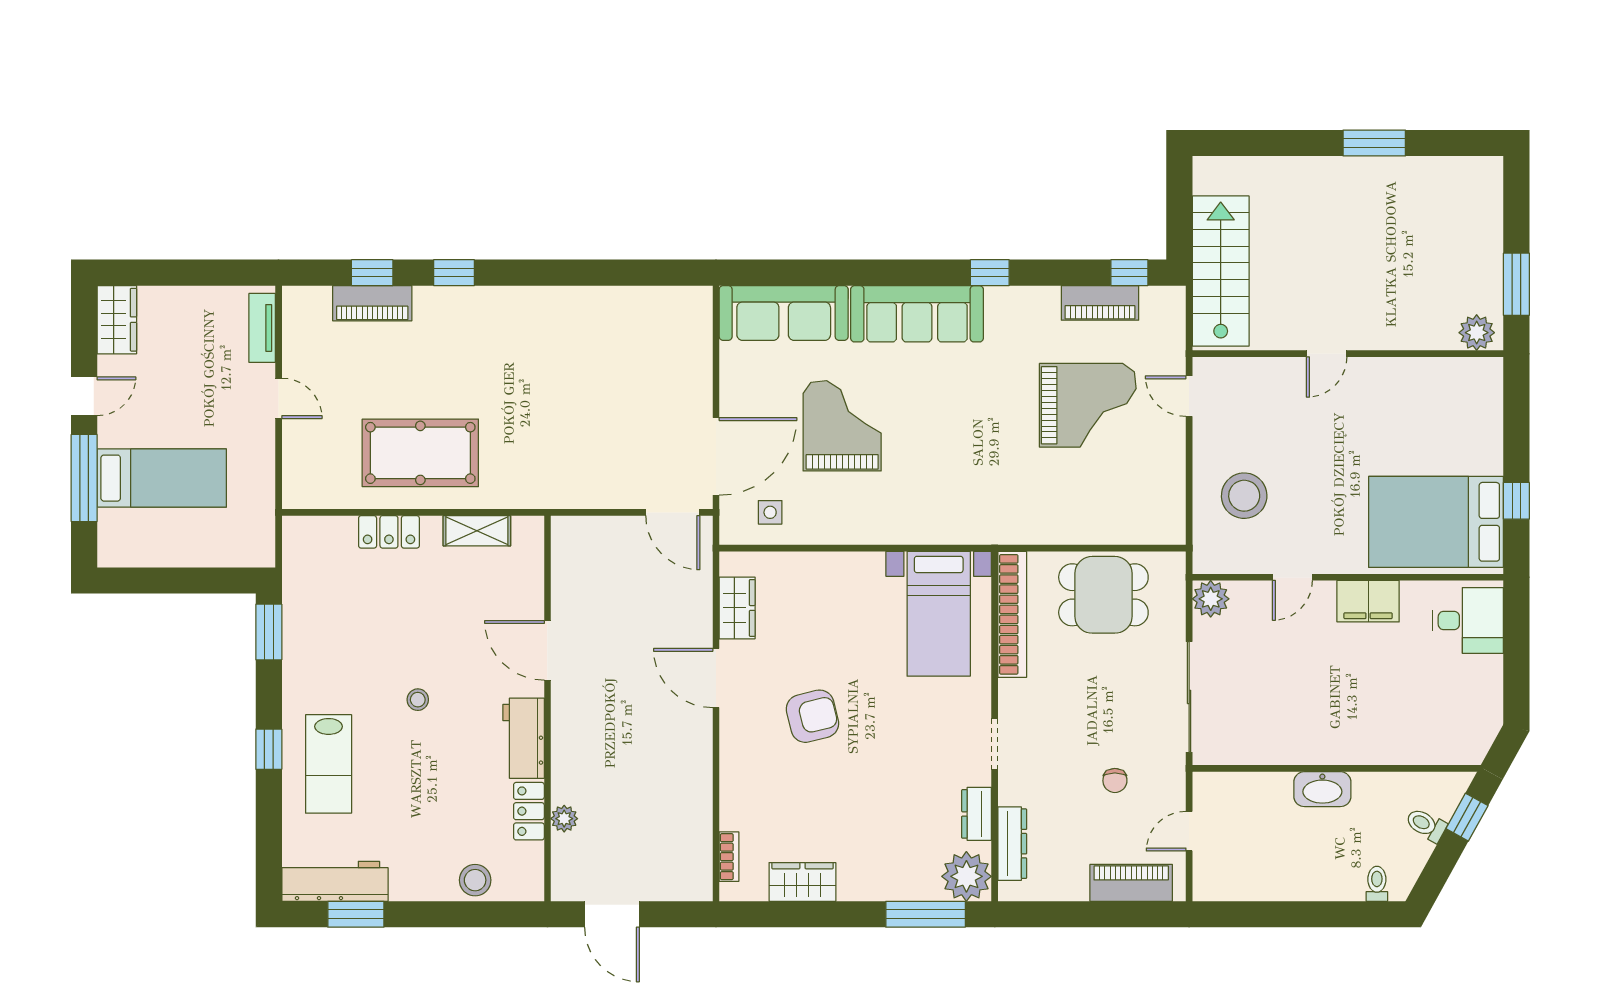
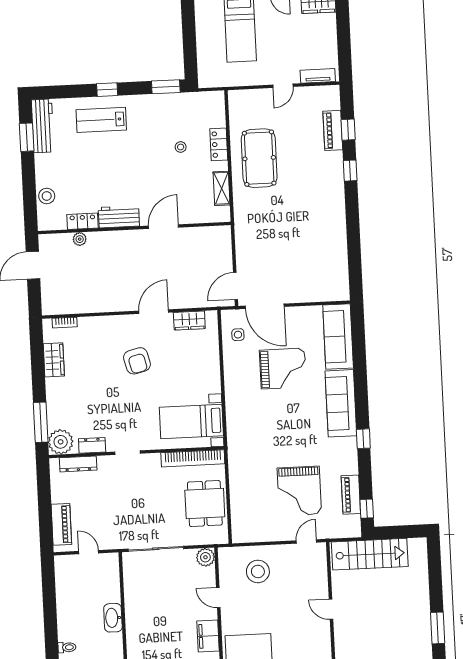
stool: (418, 700) -> (181, 147), moved
chair: (1115, 781) -> (112, 514), removed

